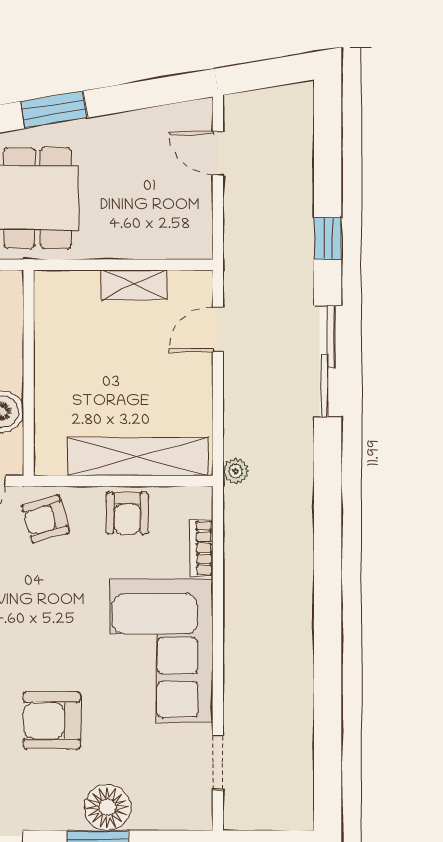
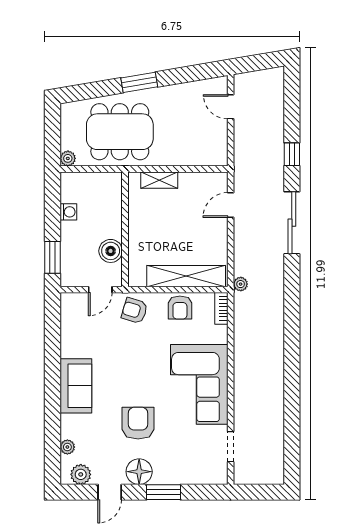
shelving: (134, 285) -> (159, 180), moved
armchair: (46, 519) -> (134, 311), turned 33
bookcase: (201, 548) -> (221, 308), moved
armchair: (52, 720) -> (138, 423), turned 90
floor lamp: (107, 807) -> (139, 472), moved

